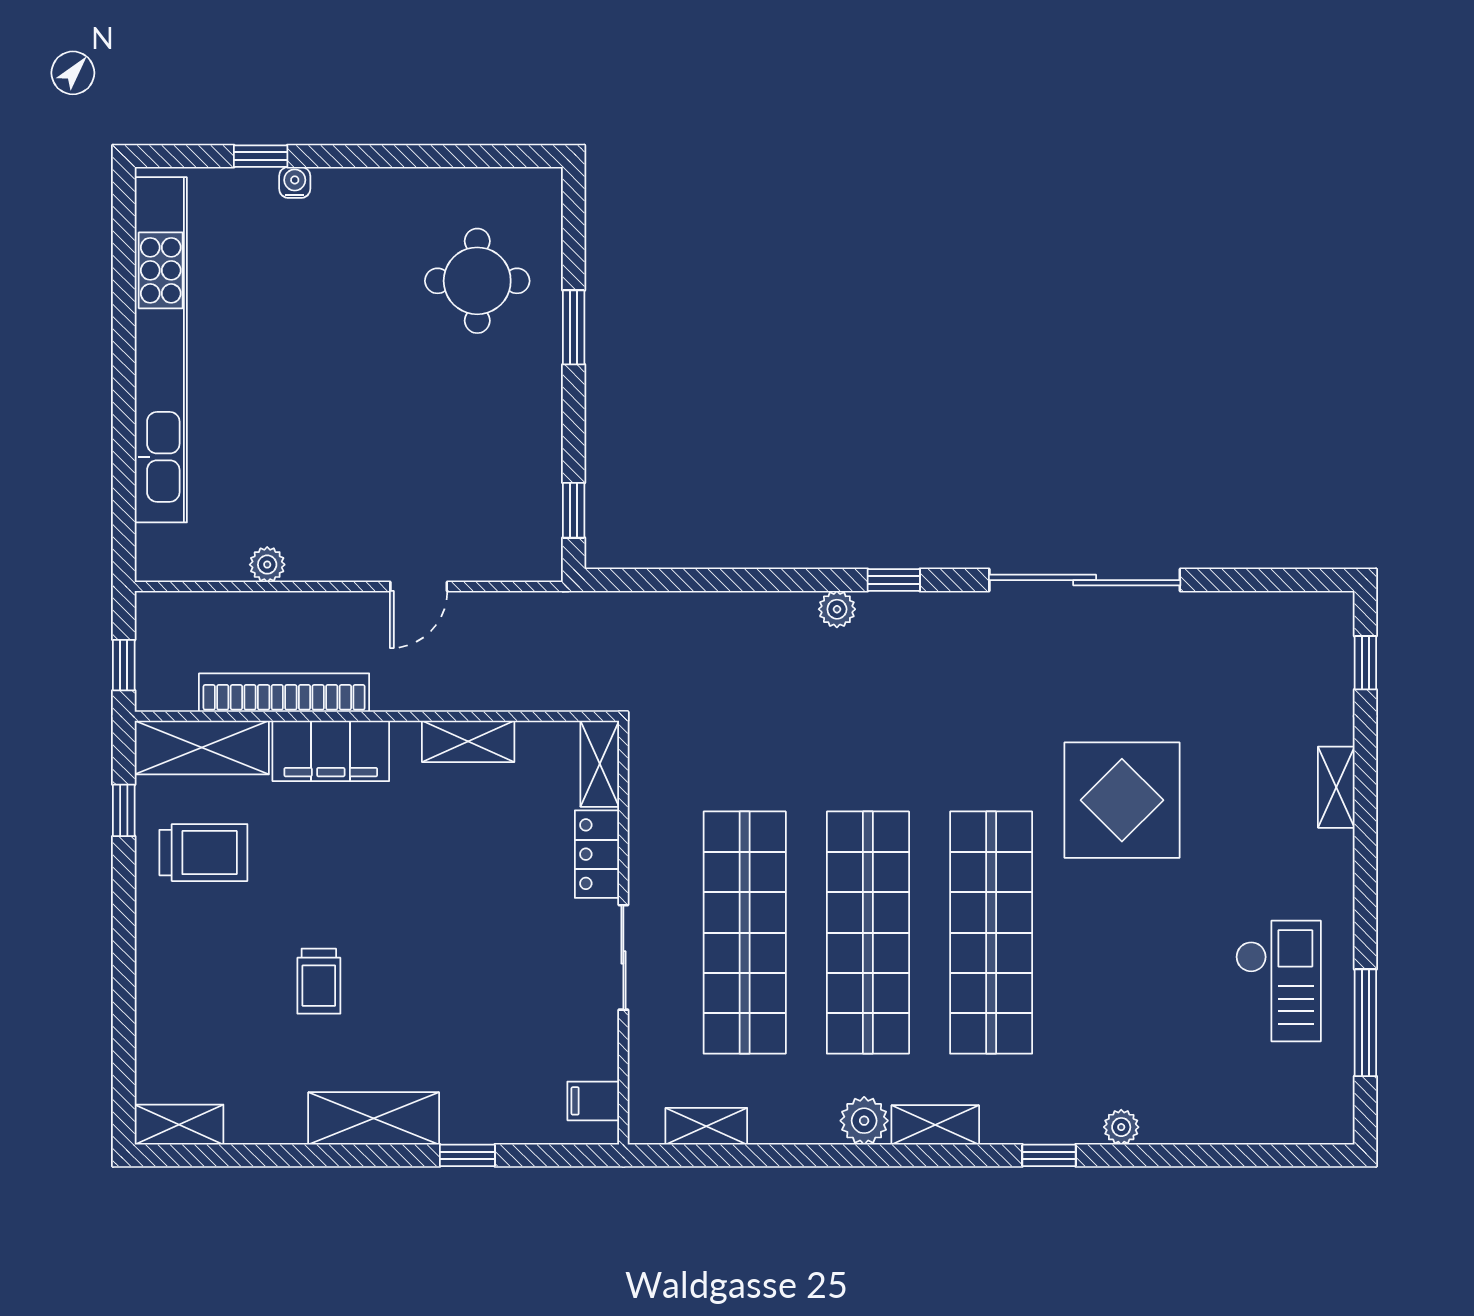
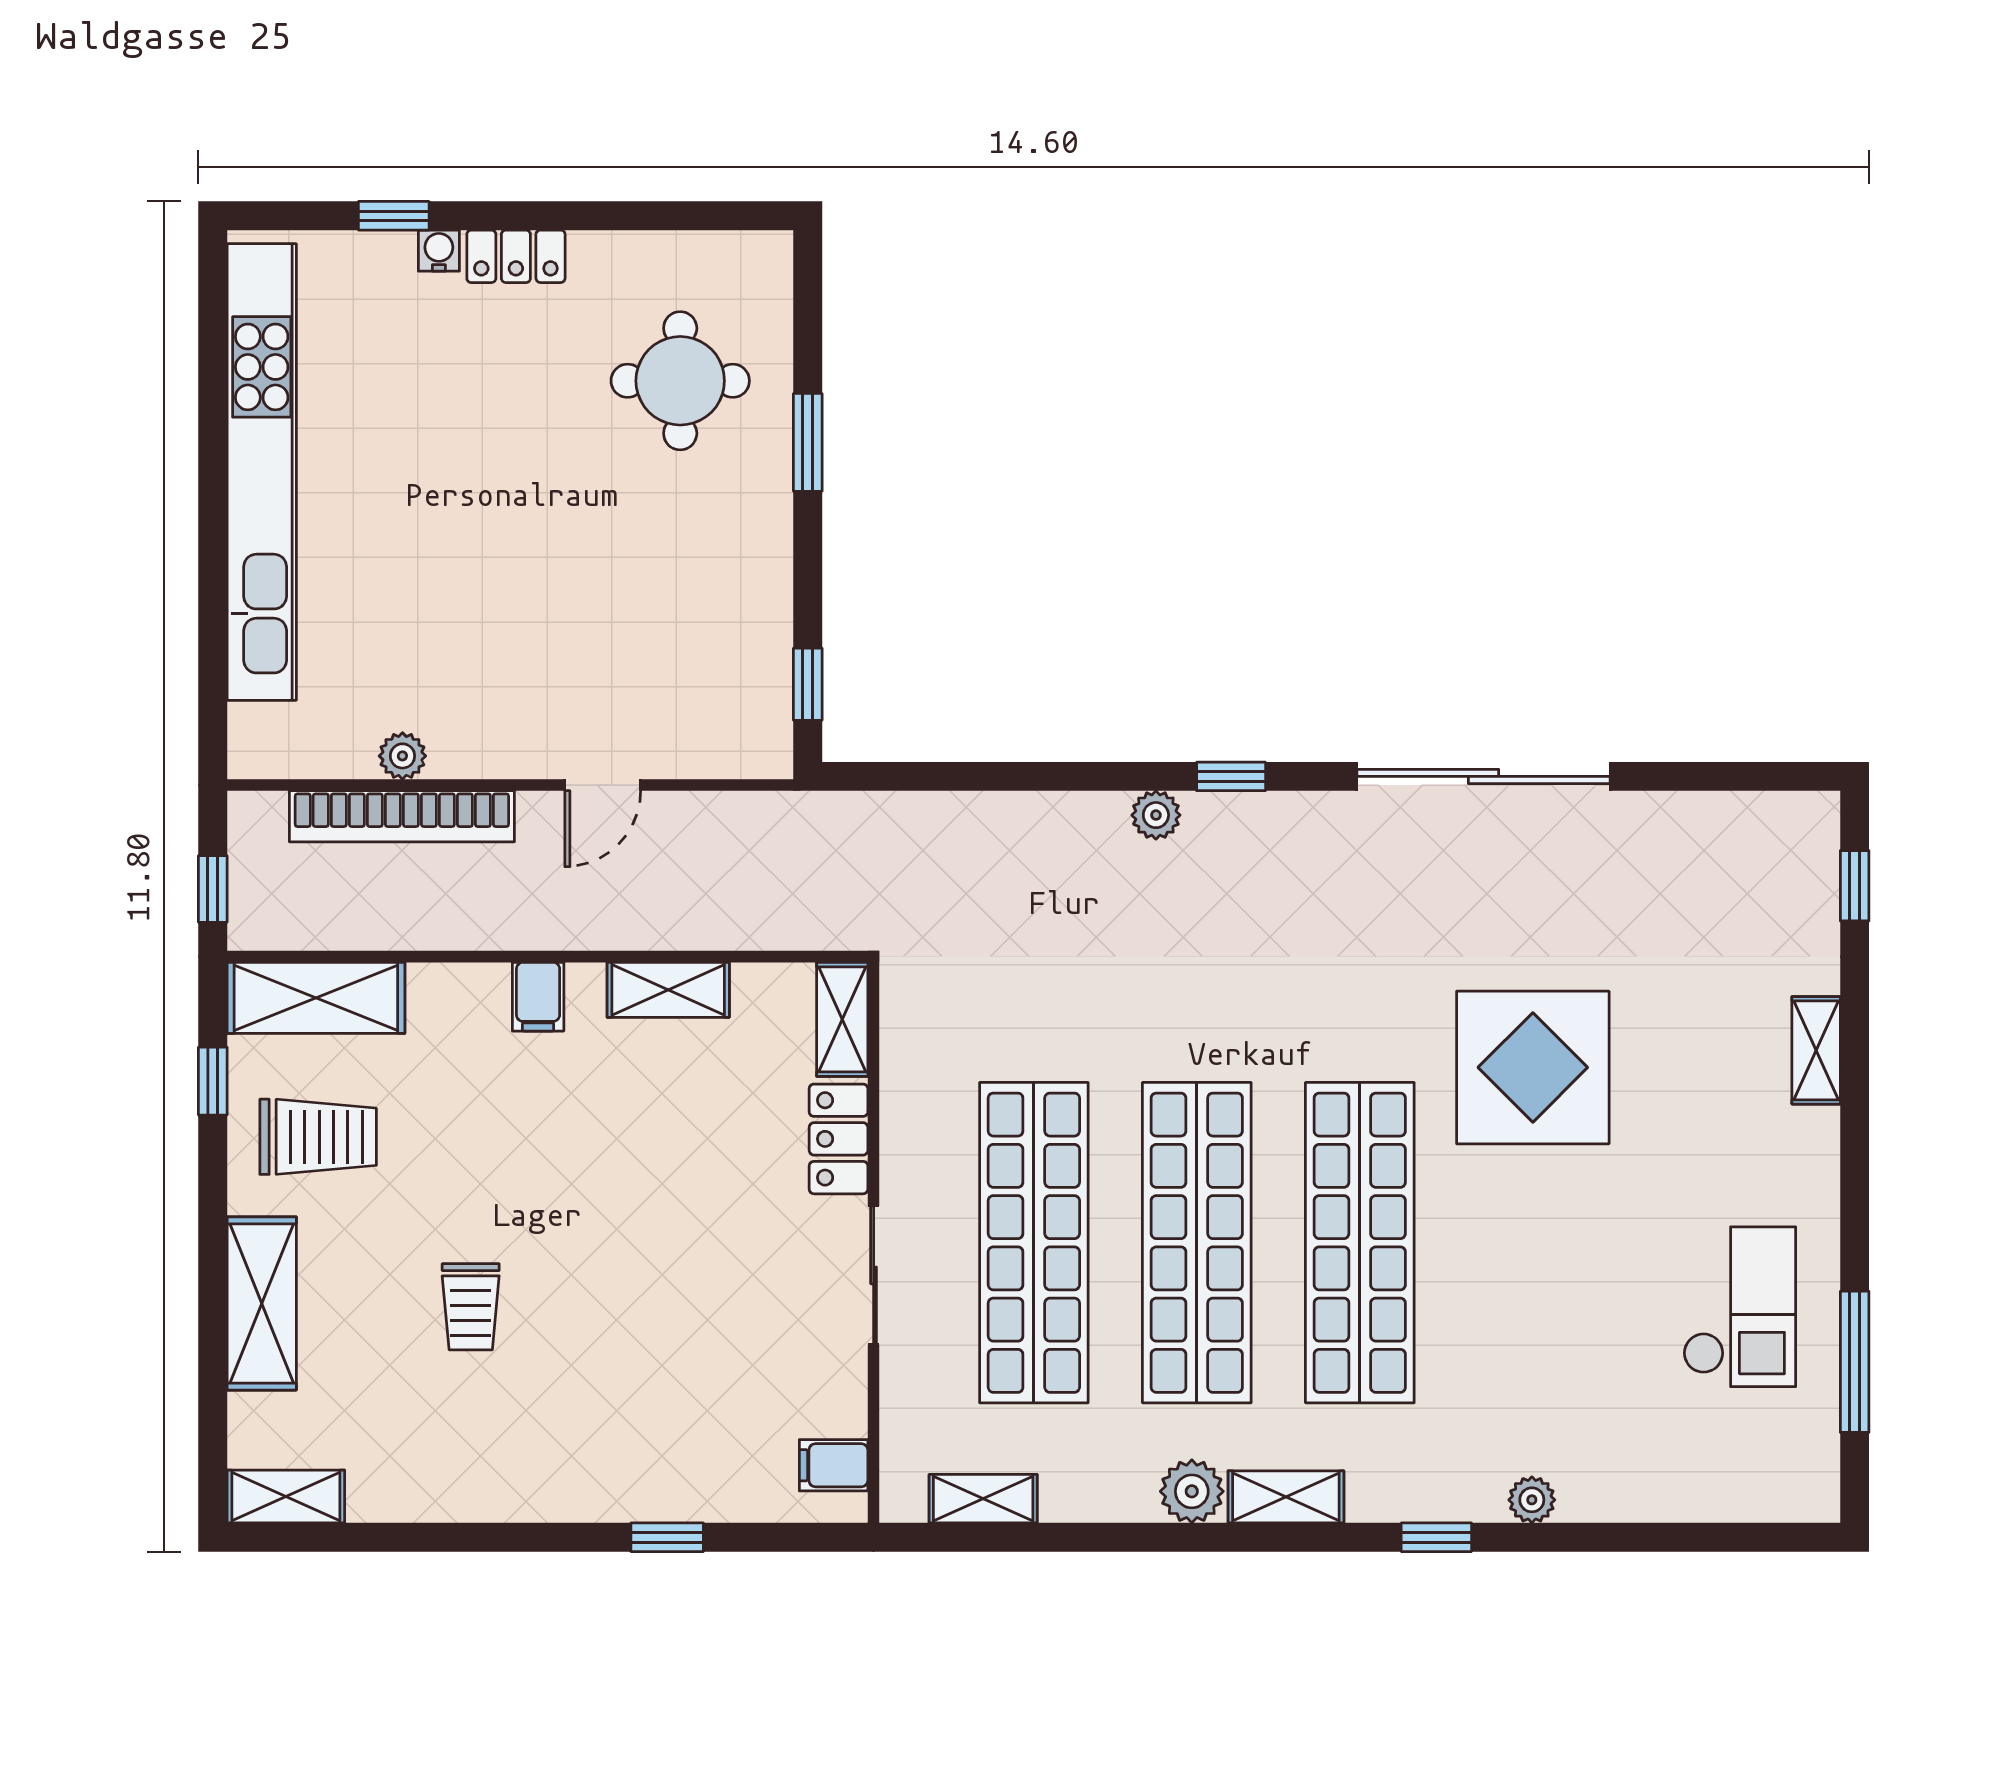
locker: (353, 187) -> (516, 256), added
bookcase: (284, 693) -> (402, 816), moved, turned 180
filing cabinet: (331, 751) -> (538, 997), width x0.33, depth x0.86
shelving: (374, 1118) -> (262, 1303), moved, turned 90

